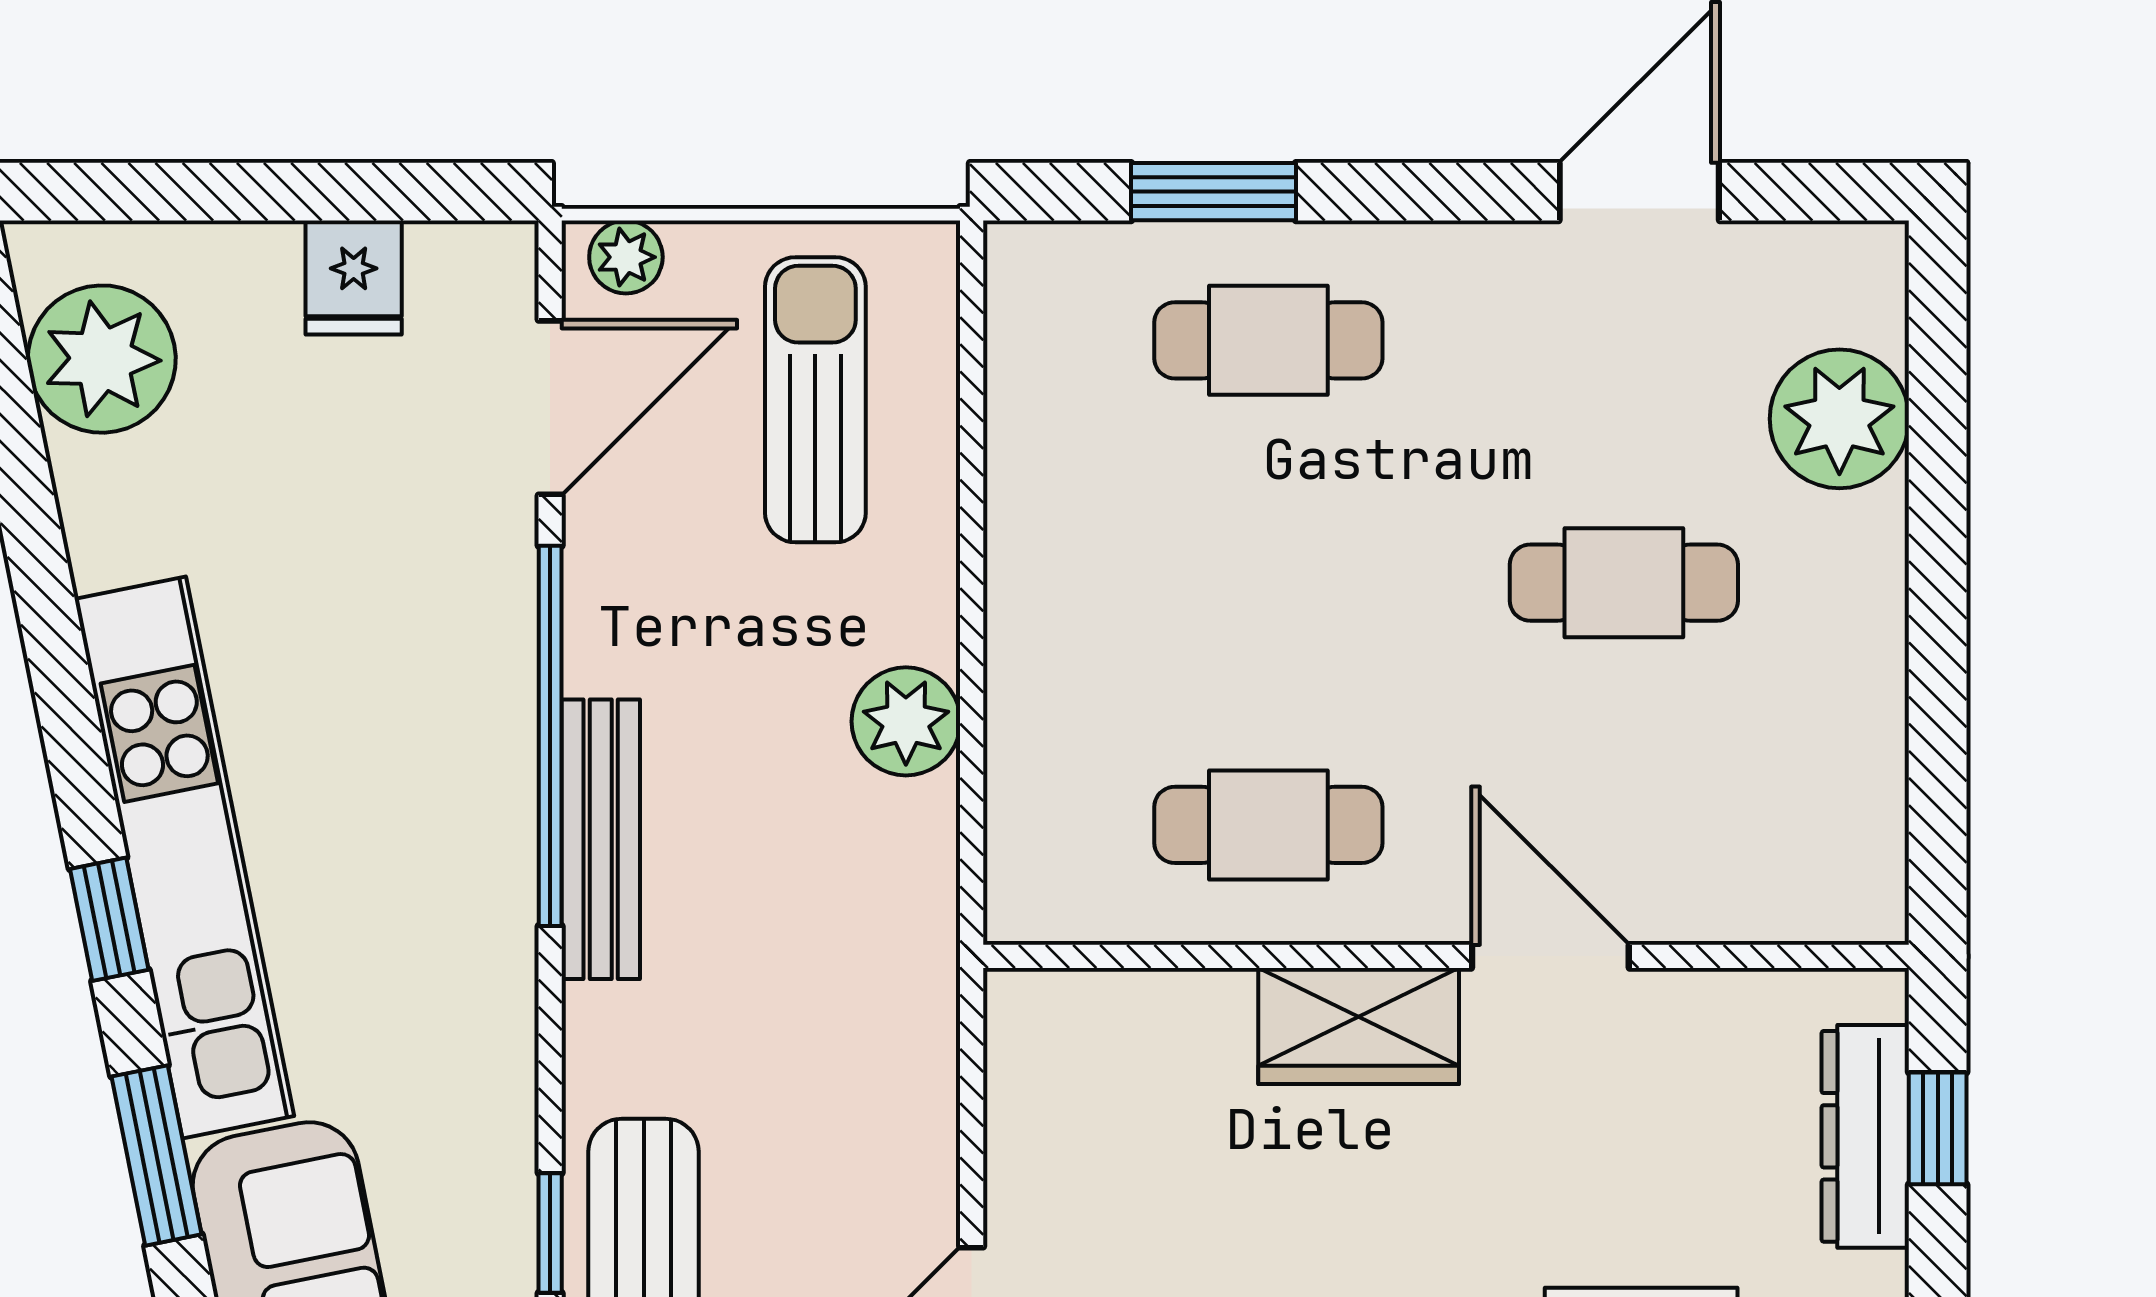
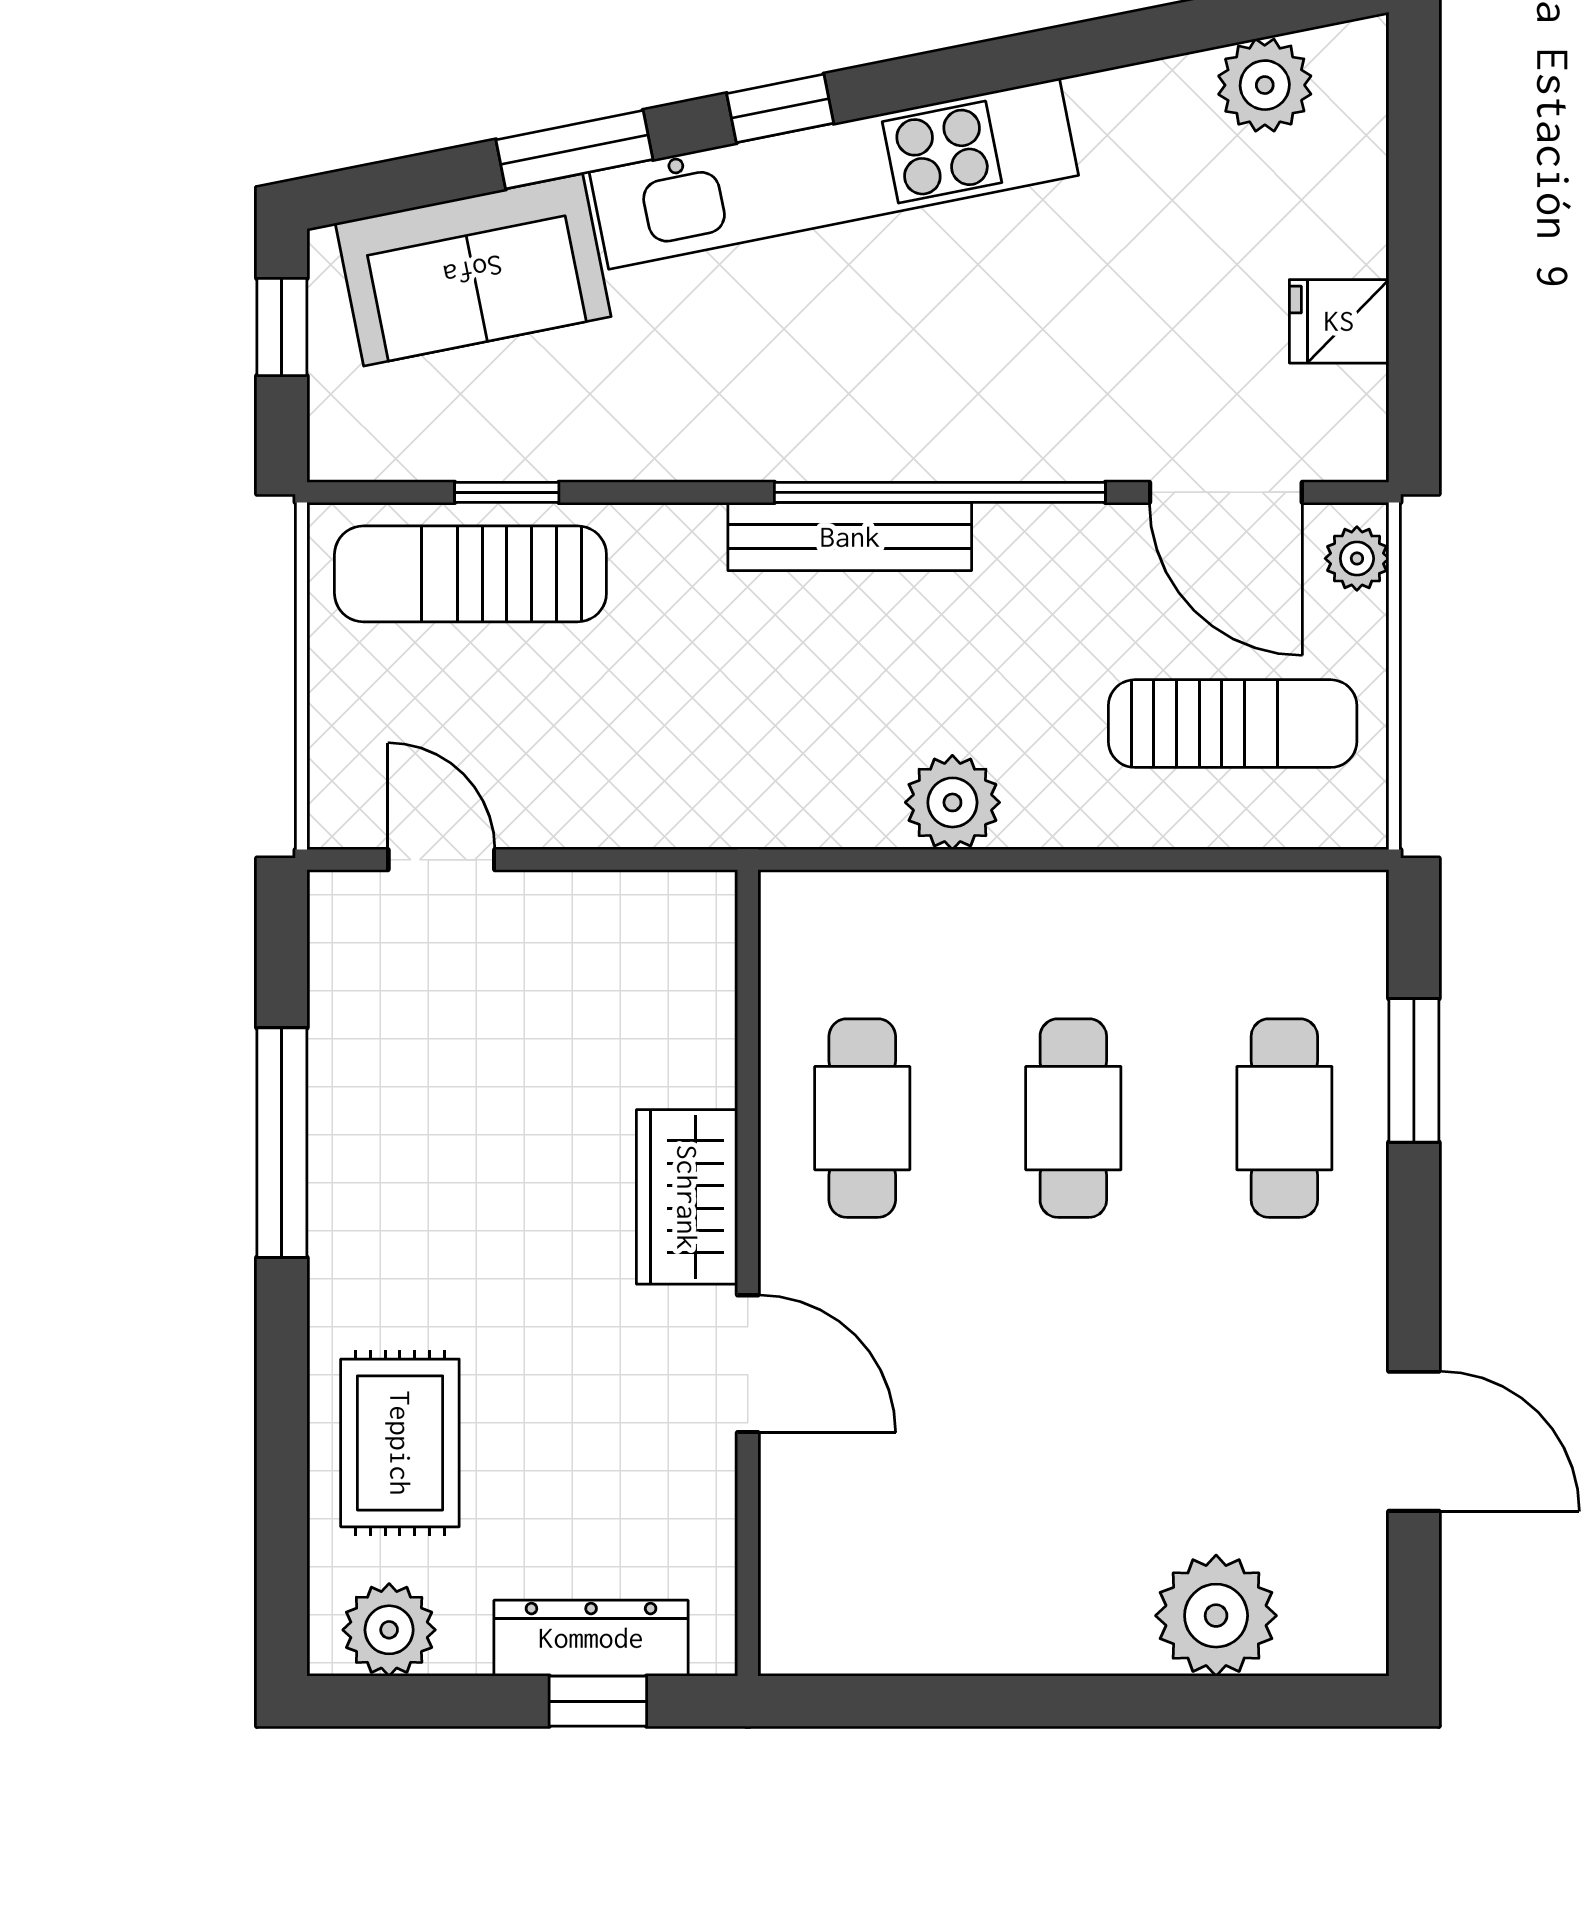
plant: (102, 359) -> (1265, 85), width x0.73, depth x0.73
cafe table: (1624, 583) -> (1073, 1118), moved
door: (1550, 956) -> (748, 1364), hinge flipped

